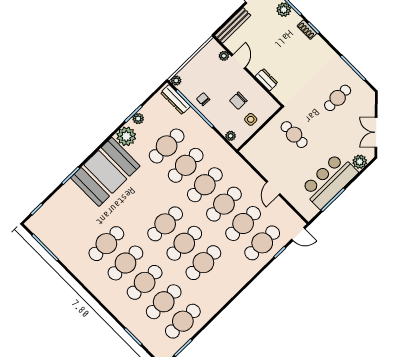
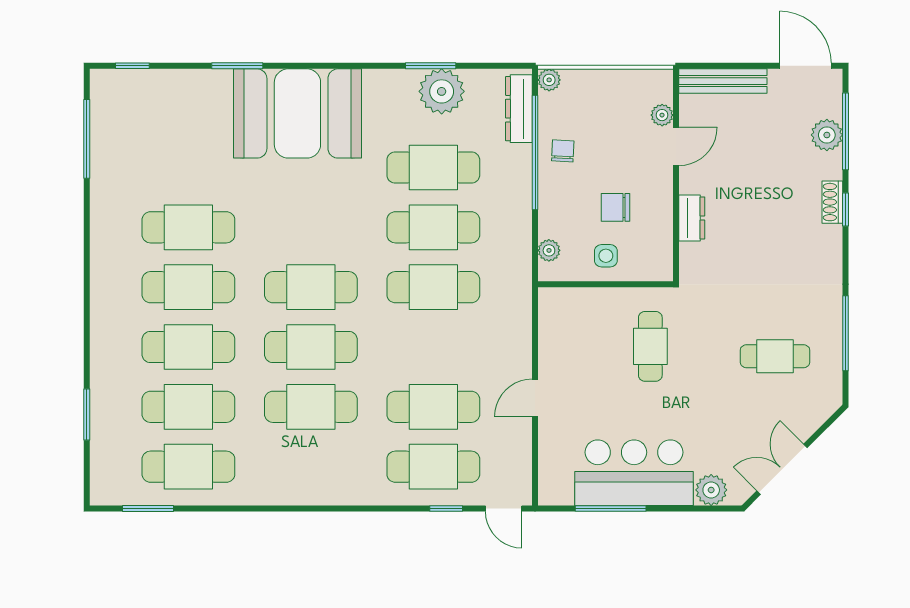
plant: (138, 119) -> (442, 91), width x1.88, depth x1.88
plant: (126, 136) -> (385, 90), removed
cafe table: (224, 204) -> (433, 347), removed

